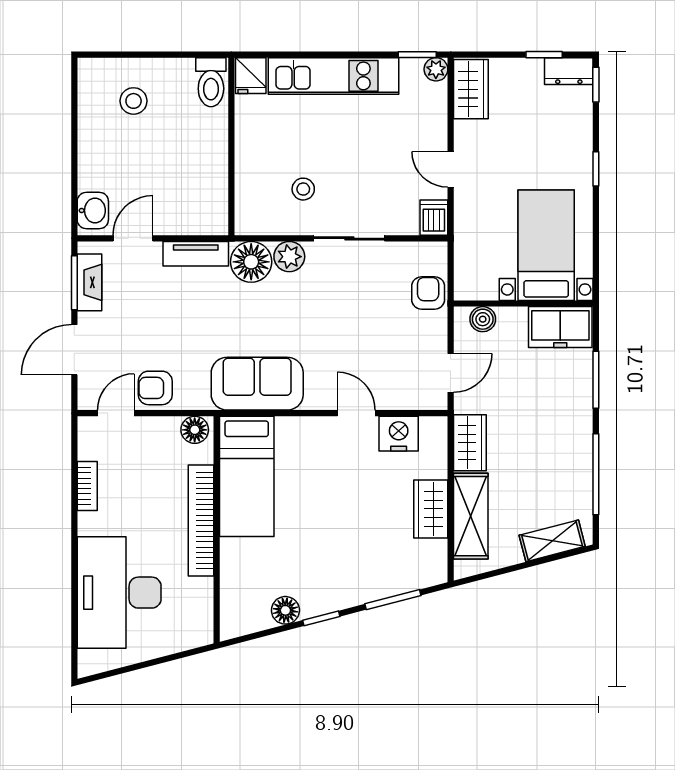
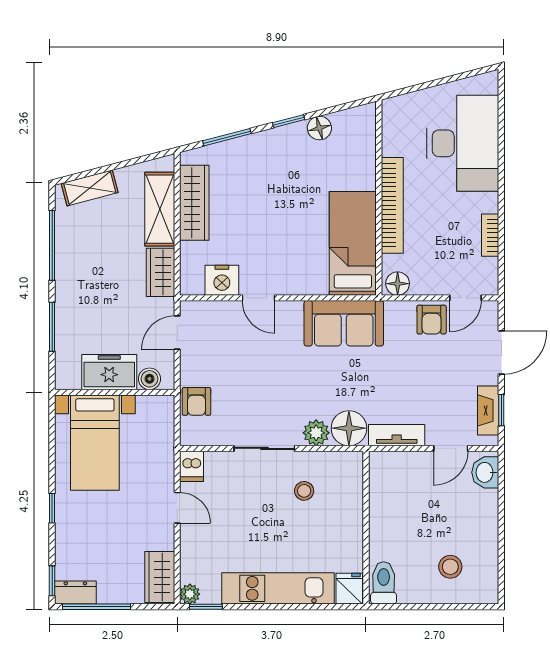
window: (544, 55) -> (97, 607), width x2.17
window: (74, 283) -> (501, 410), width x0.67
freezer: (560, 327) -> (109, 372), moved
armchair: (155, 388) -> (432, 320), turned 90
wardrobe: (431, 509) -> (194, 203), width x1.50

